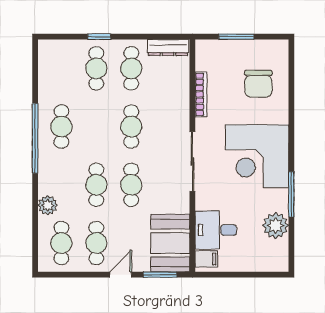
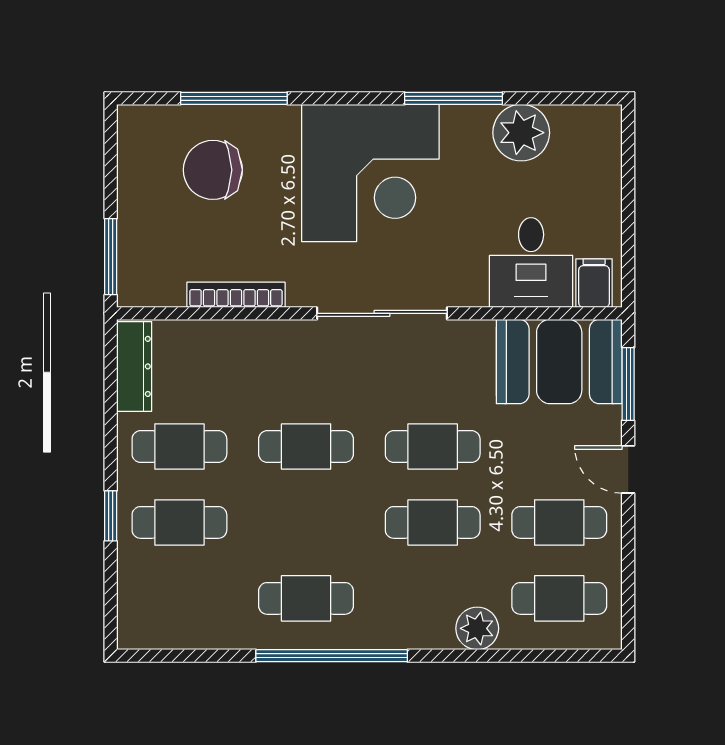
window: (236, 37) -> (111, 257), moved
chair: (258, 84) -> (213, 170), turned 180
window: (291, 93) -> (234, 98), added

